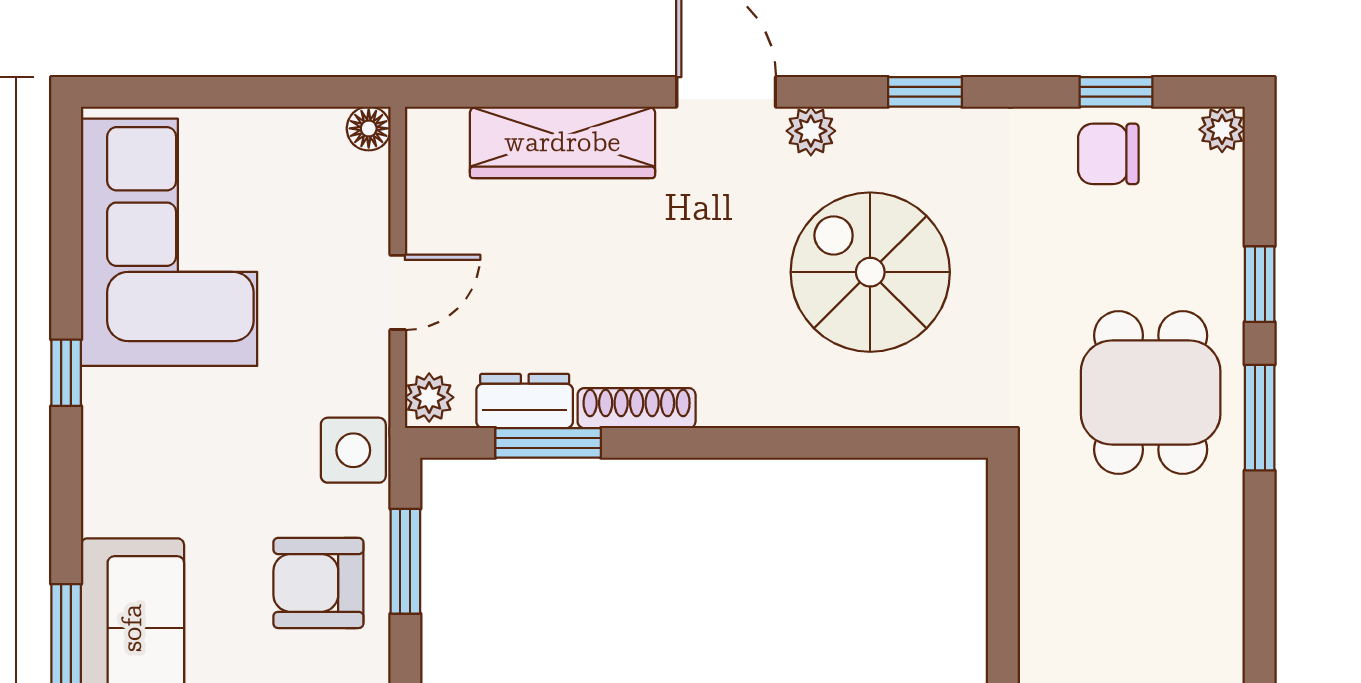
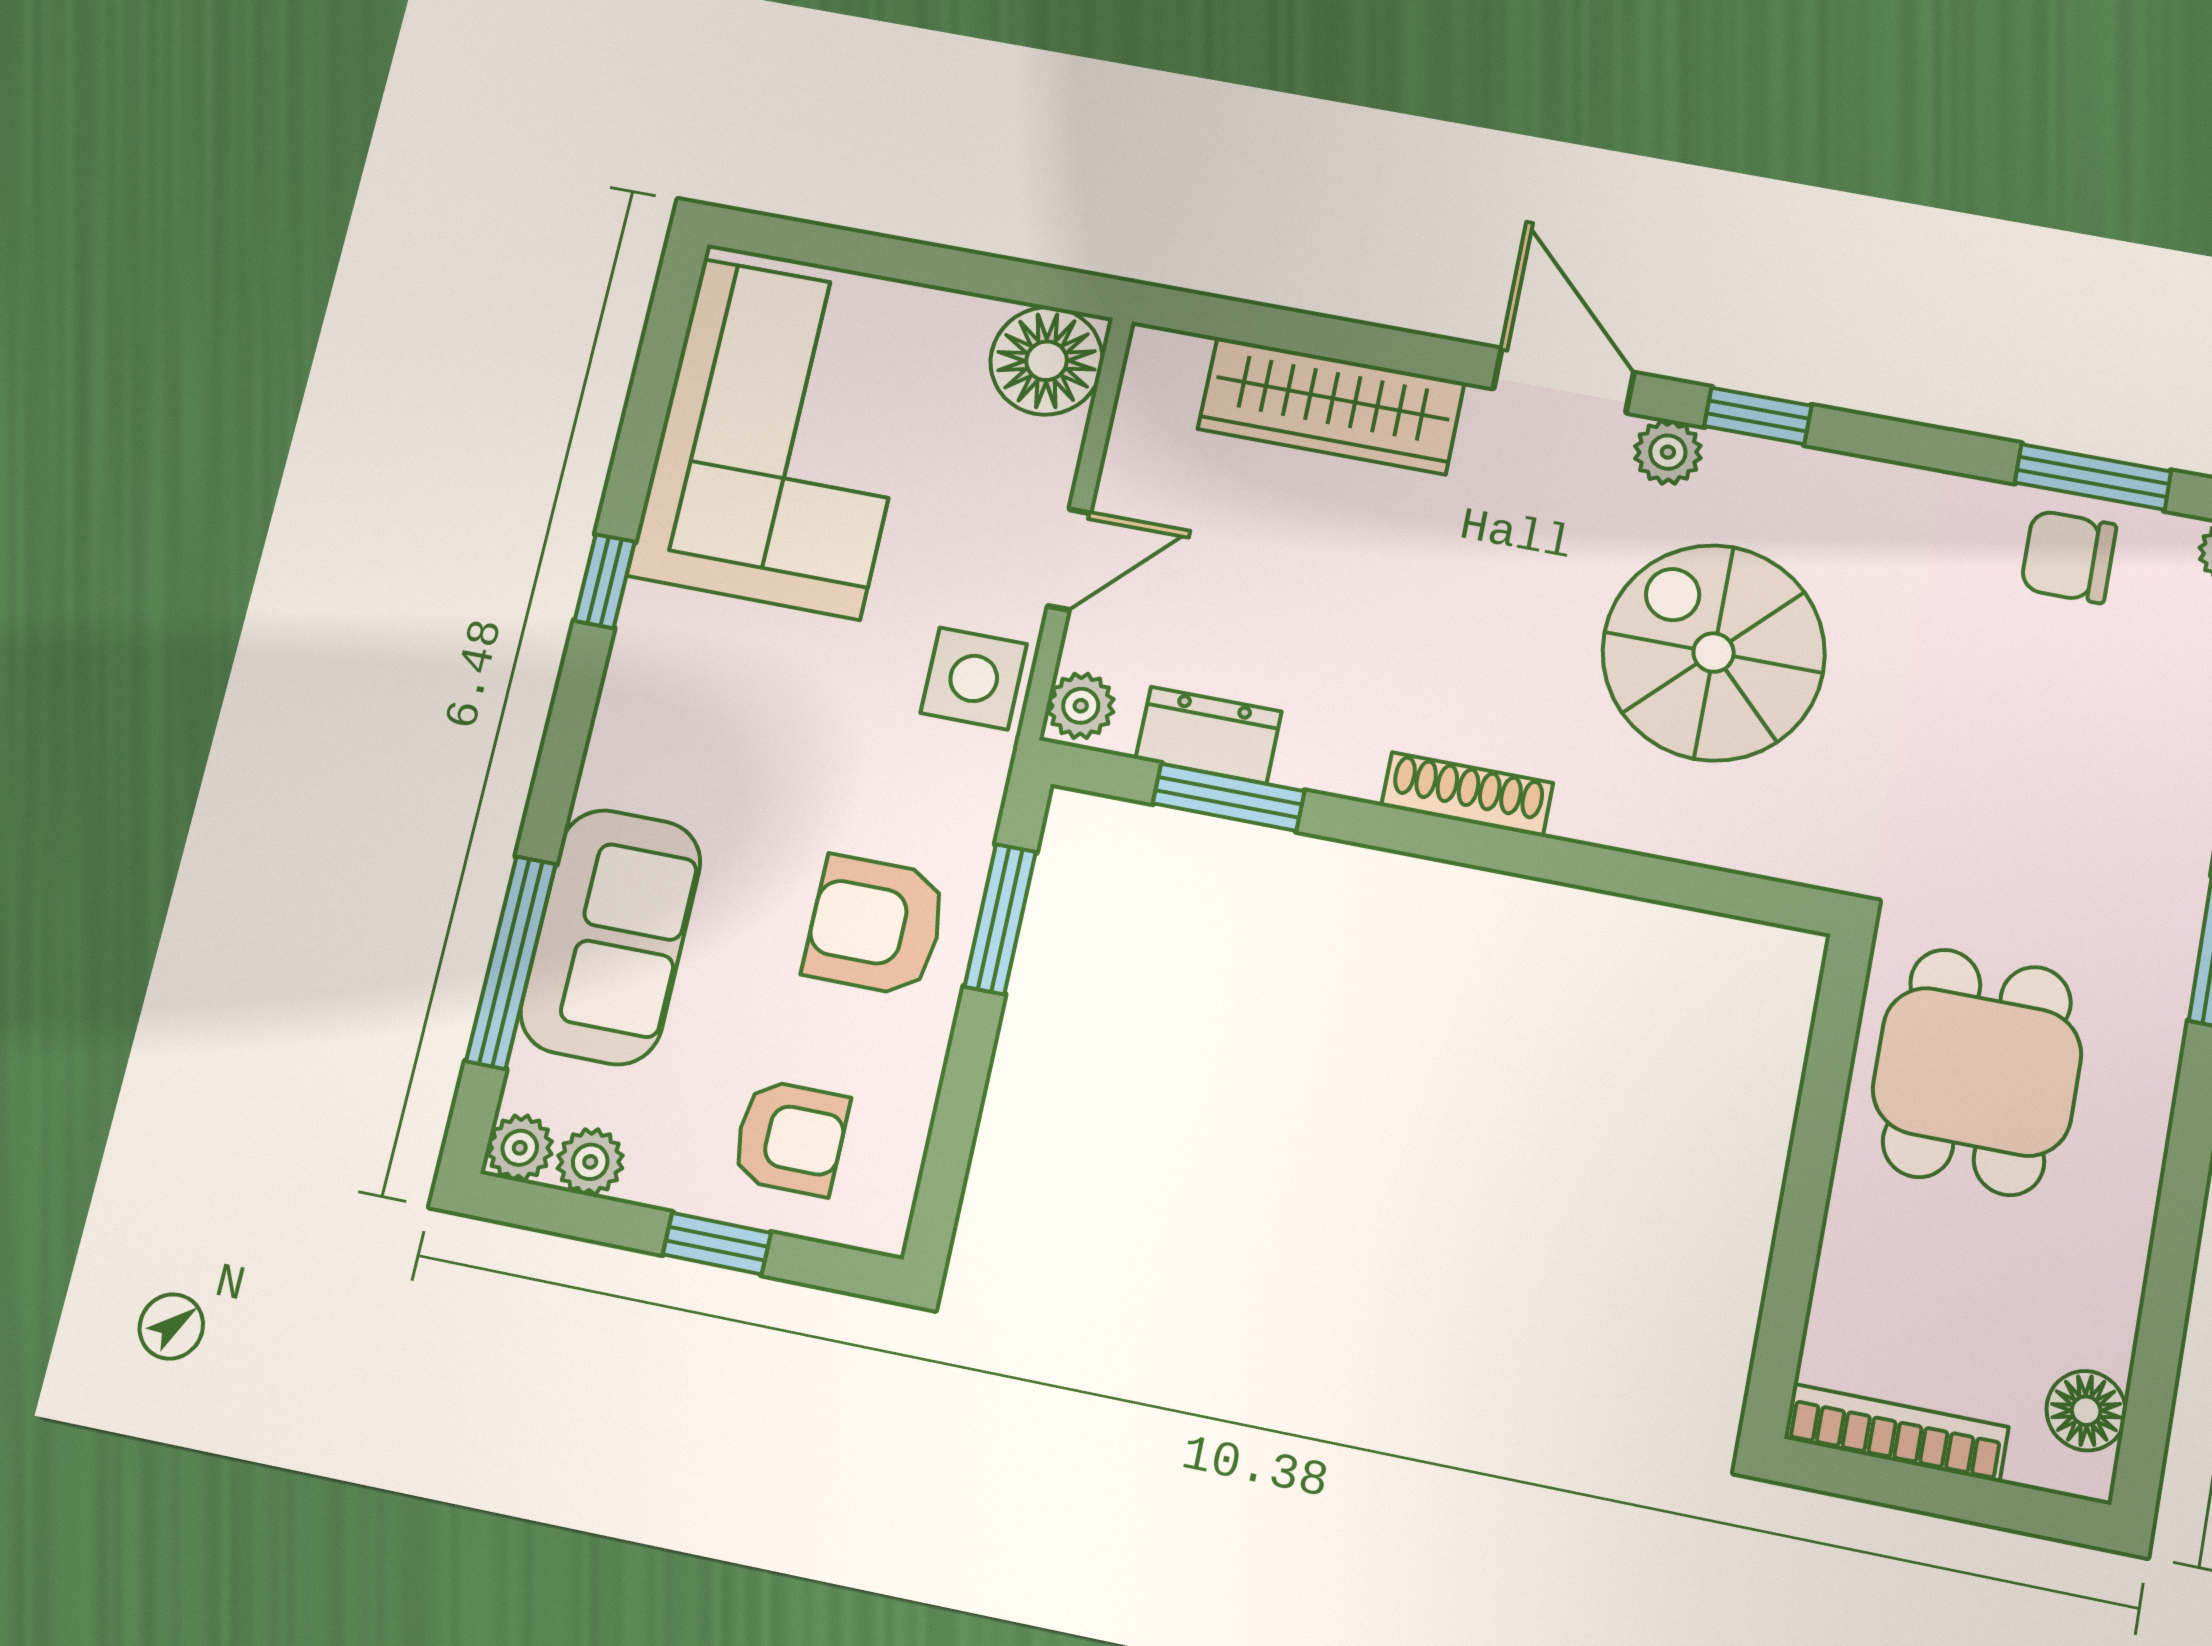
window: (925, 92) -> (1758, 416), moved
window: (1116, 92) -> (2093, 477), width x1.50
floor lamp: (369, 128) -> (1047, 361), width x1.89, depth x1.89
dining table: (1151, 393) -> (1977, 1072), moved
shoe rack: (637, 408) -> (1467, 794), moved
side table: (353, 450) -> (974, 678), moved

